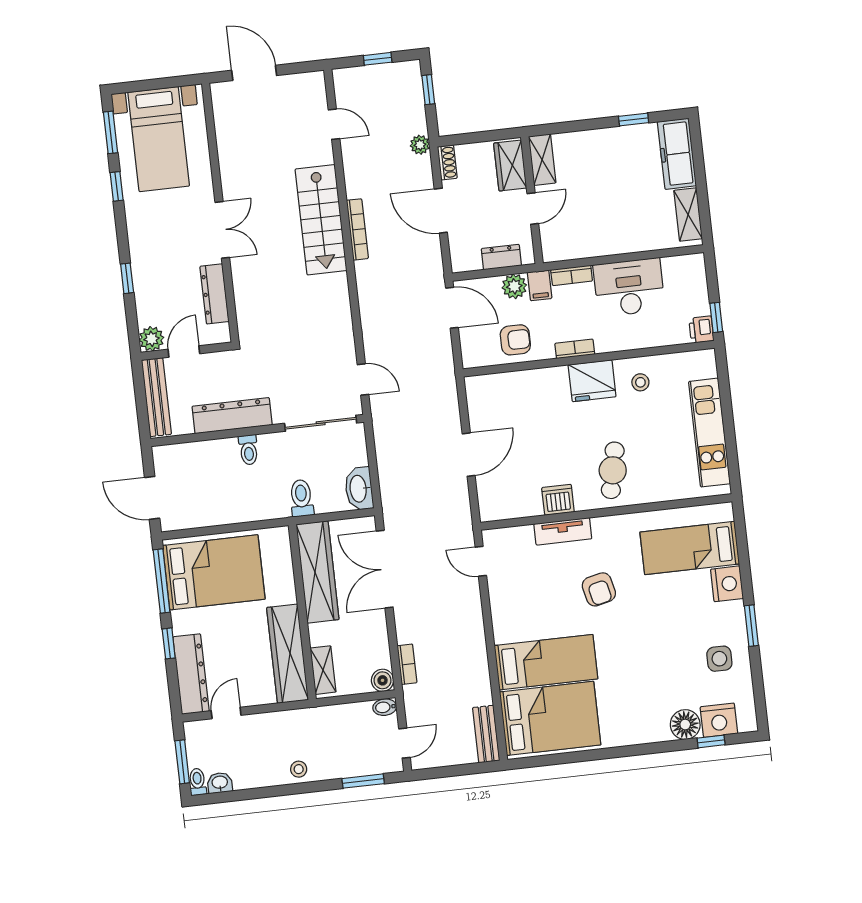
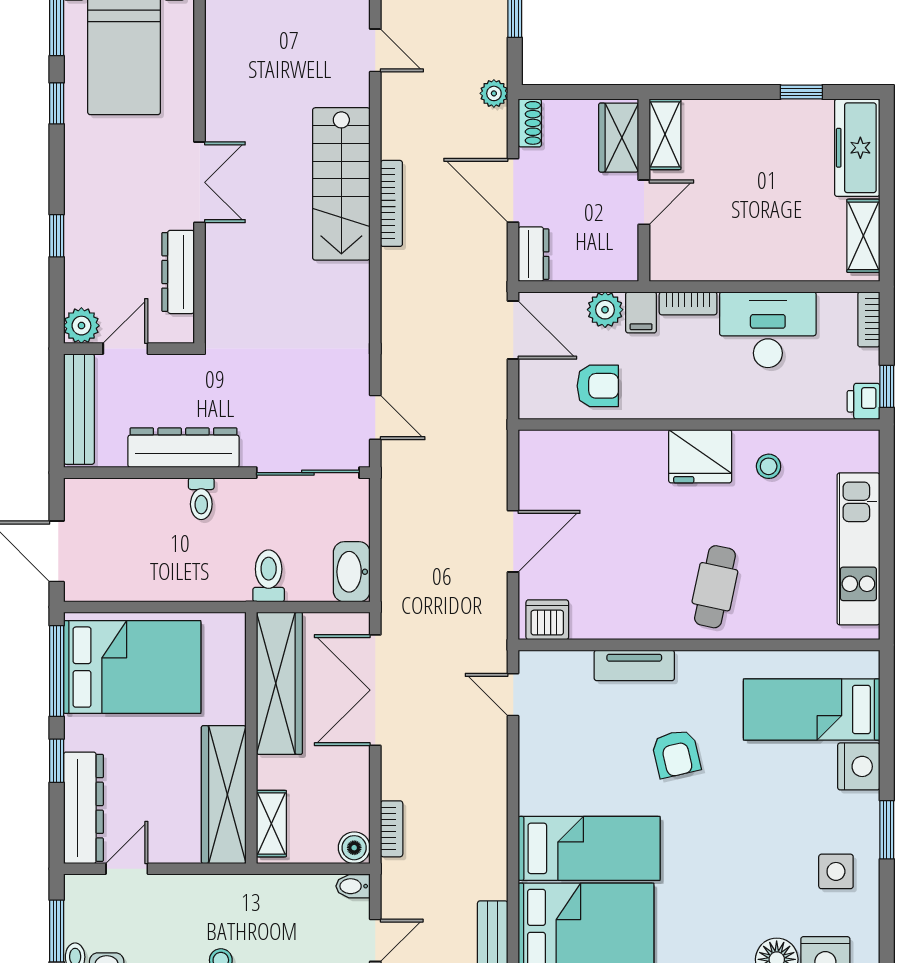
dresser: (501, 257) -> (534, 254), moved, turned 90
bookcase: (575, 349) -> (869, 319), moved, turned -90
dishwasher: (558, 500) -> (547, 620), moved

